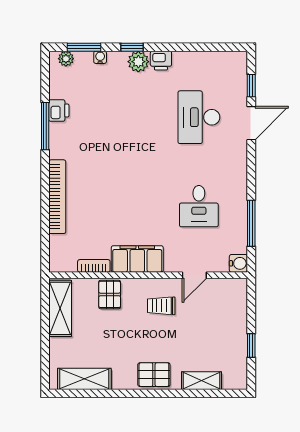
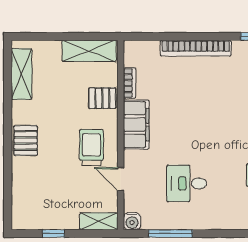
trolley: (161, 306) -> (91, 147), width x1.36, depth x1.39
shelving: (201, 381) -> (99, 221), moved, turned 90

